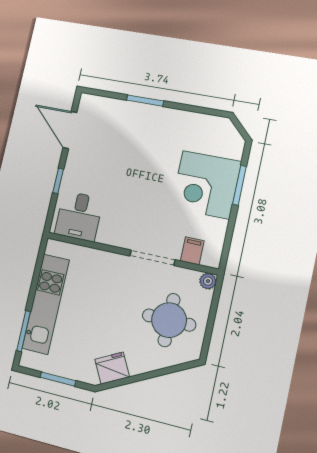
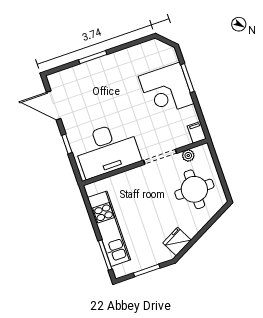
desk: (79, 216) -> (107, 149), width x1.87, depth x1.30
filing cabinet: (192, 251) -> (197, 132), moved
plant: (208, 281) -> (188, 156), moved

